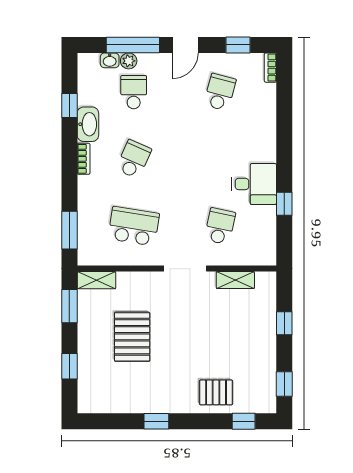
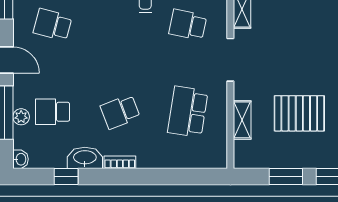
washbasin: (110, 60) -> (21, 159), moved
school desk: (134, 159) -> (120, 112), turned -45
window: (69, 230) -> (192, 177), removed
shelving: (96, 280) -> (242, 120), moved
window: (69, 306) -> (286, 177), moved

